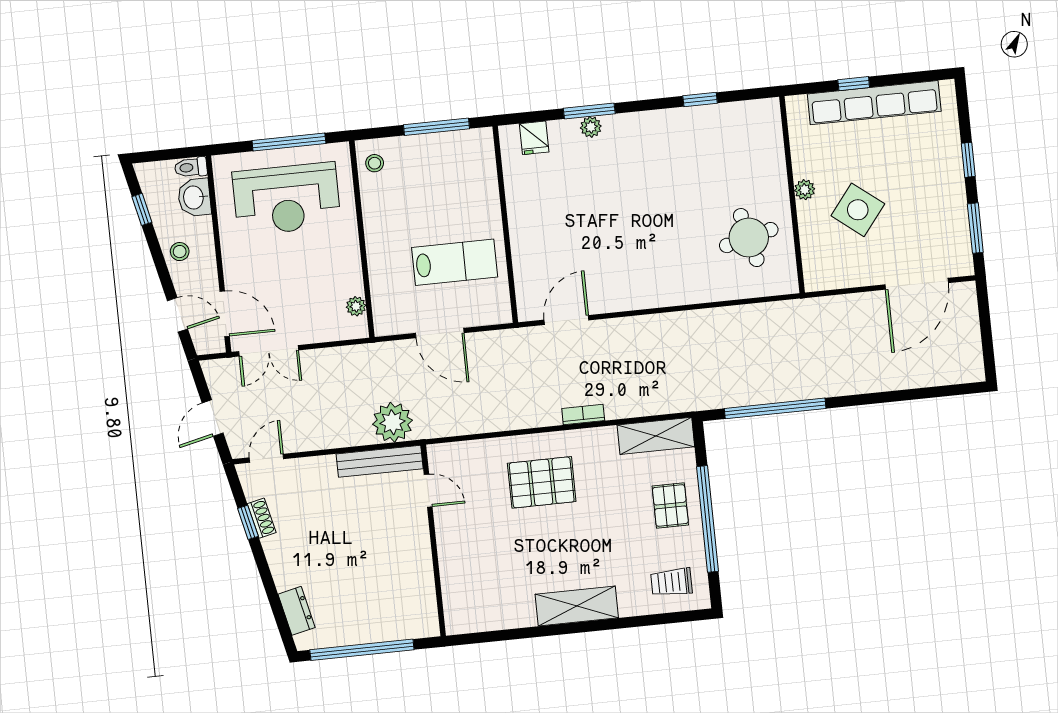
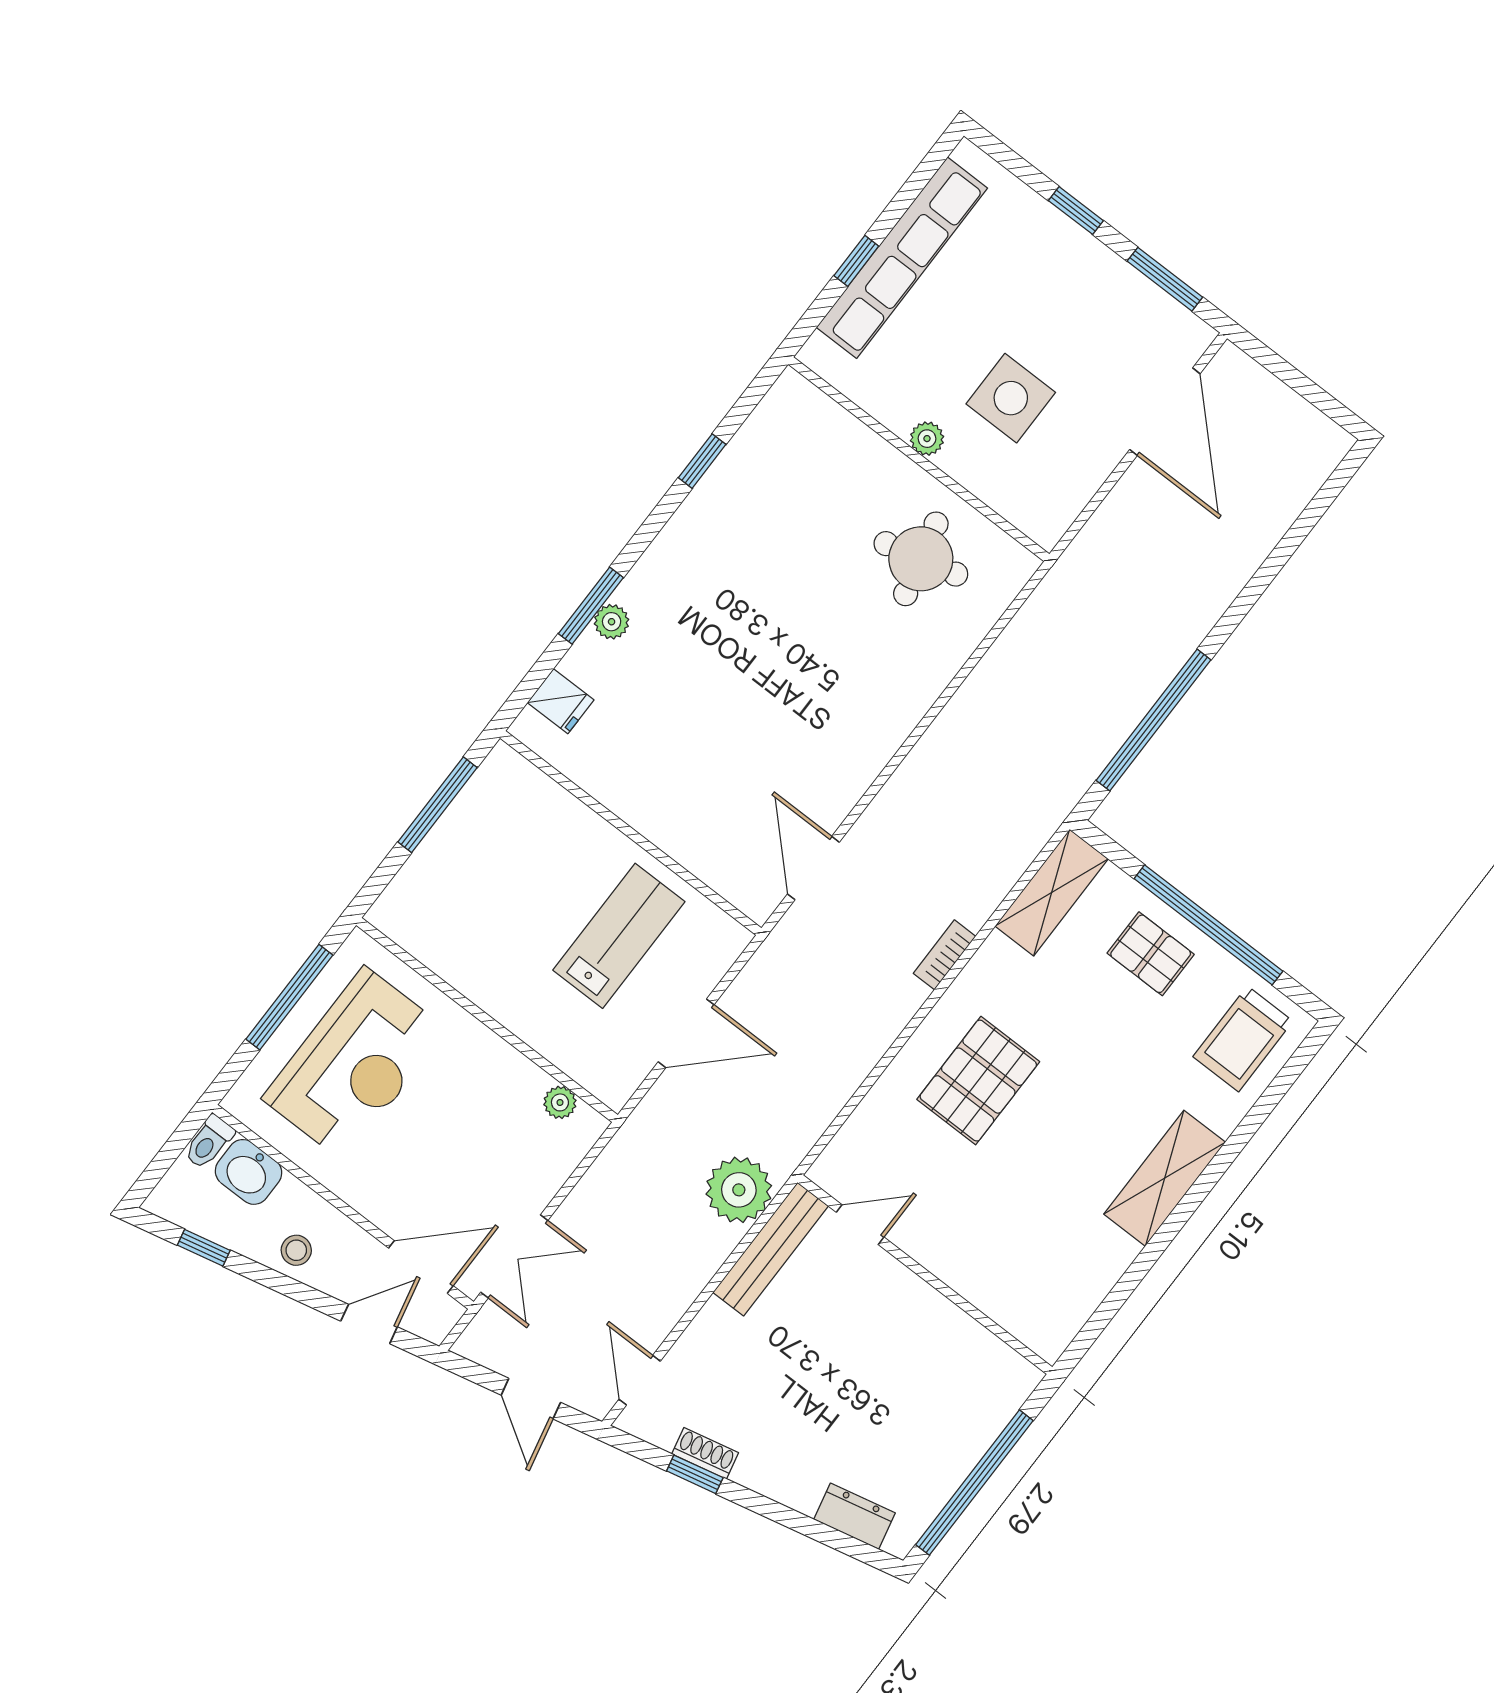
stool: (375, 163) -> (411, 919), removed
side table: (858, 210) -> (1011, 398), turned -38
trolley: (671, 582) -> (1243, 1039), width x1.36, depth x1.39

